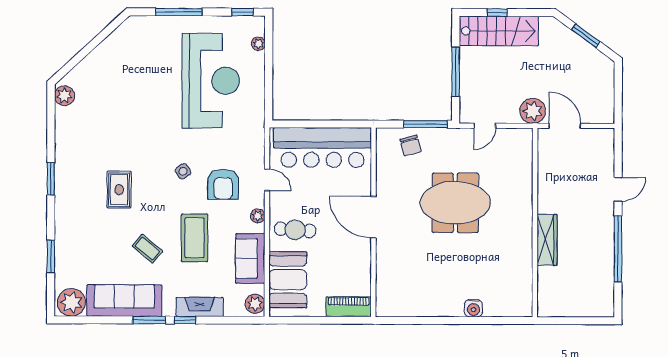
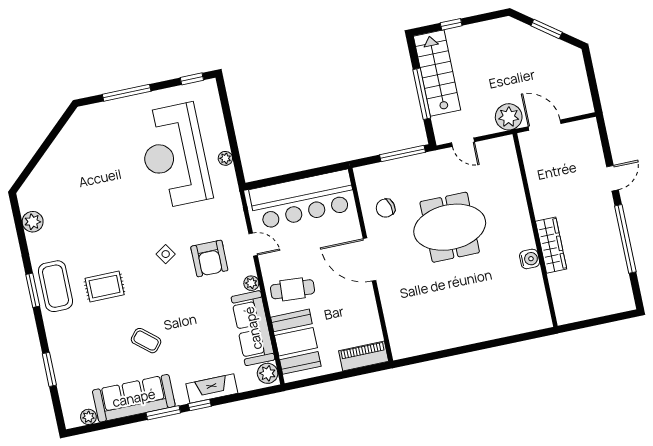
stairs: (499, 31) -> (437, 73), moved, turned -90
plant: (258, 44) -> (225, 158), moved
reception desk: (211, 81) -> (174, 156), turned 180
plant: (65, 96) -> (33, 222), moved
door: (485, 126) -> (463, 142), hinge flipped
chair: (411, 145) -> (386, 208), moved, turned 90
rug: (119, 190) -> (105, 287), turned 90
coffee table: (195, 238) -> (56, 286), moved
sofa: (250, 258) -> (253, 328), width x1.36
plant: (71, 302) -> (88, 417), width x0.53, depth x0.53
water cooler: (473, 308) -> (530, 259), moved, turned -90

